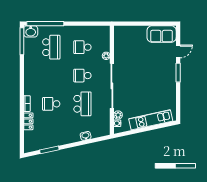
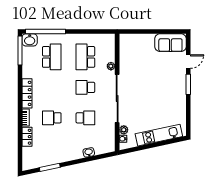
school desk: (82, 47) -> (85, 57), width x1.85
locker: (28, 81) -> (27, 93), added
school desk: (82, 104) -> (85, 118), width x0.54

